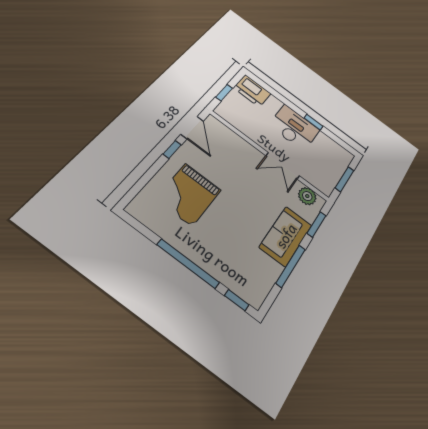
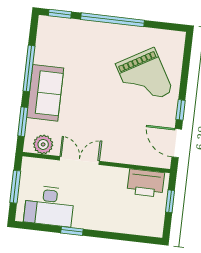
printer: (252, 91) -> (146, 183), moved, turned 180
desk: (294, 128) -> (49, 206), moved
grand piano: (189, 194) -> (144, 78), turned 150

